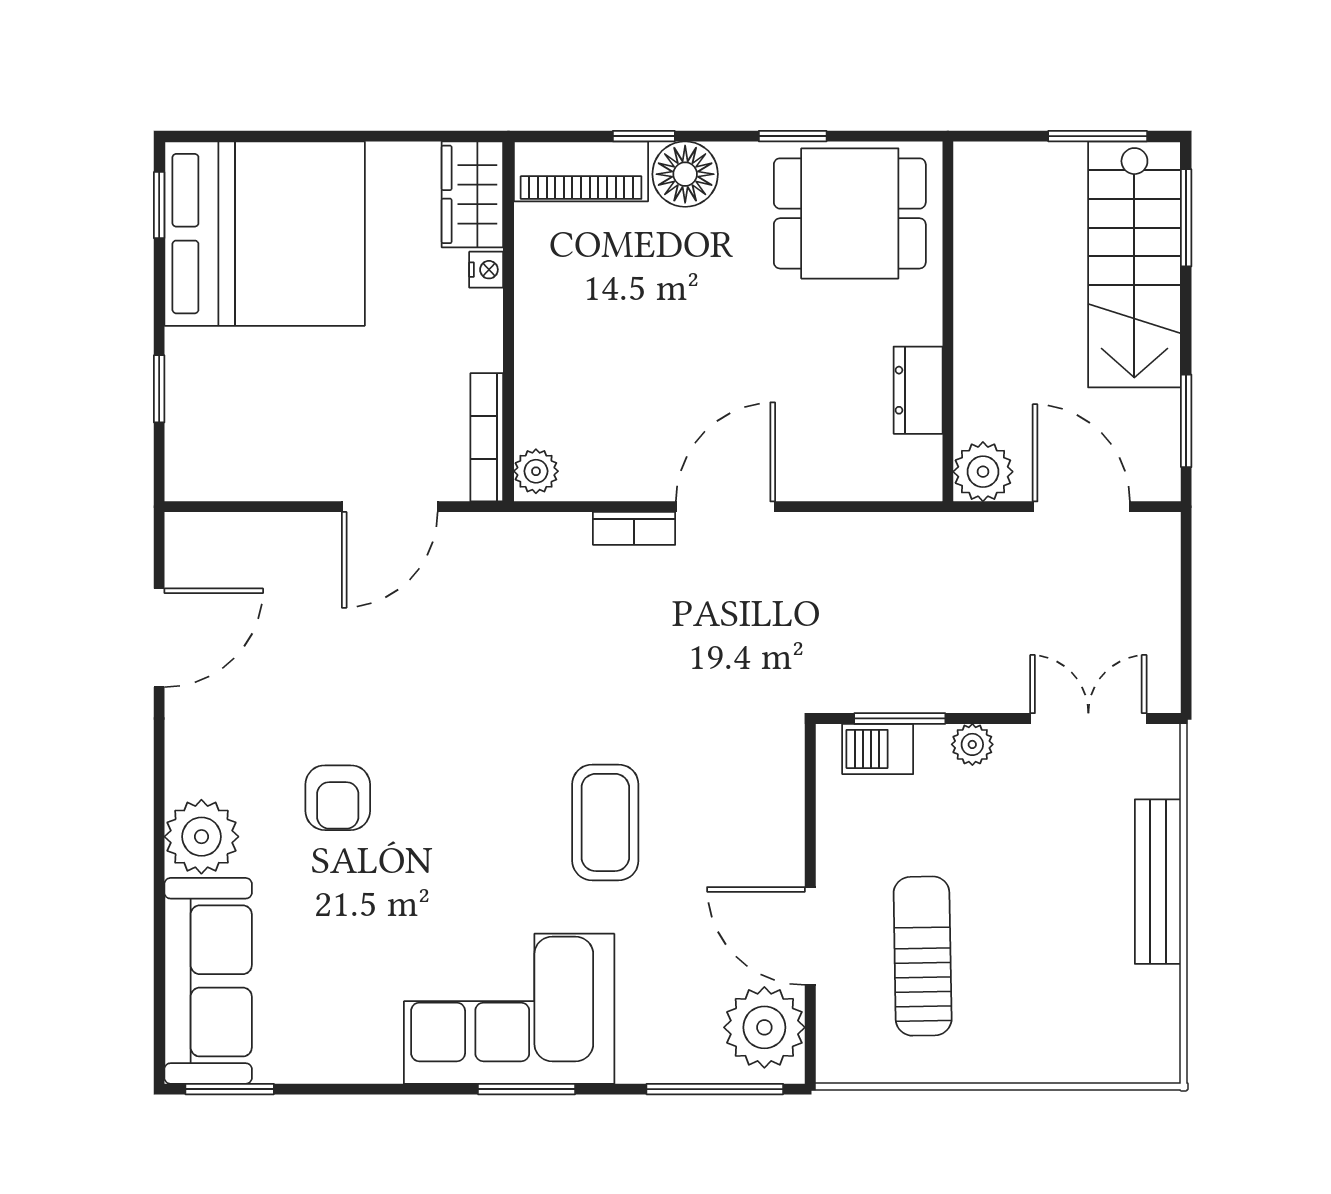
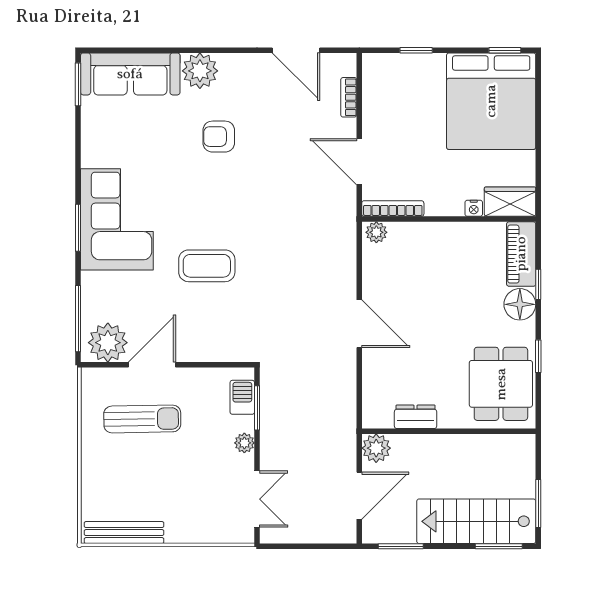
bookcase: (634, 528) -> (349, 97), moved
bench: (1158, 882) -> (124, 533), moved

